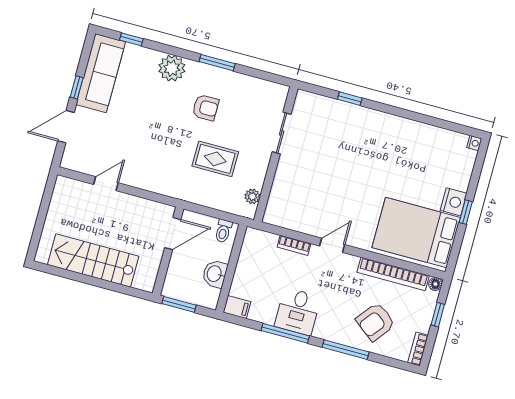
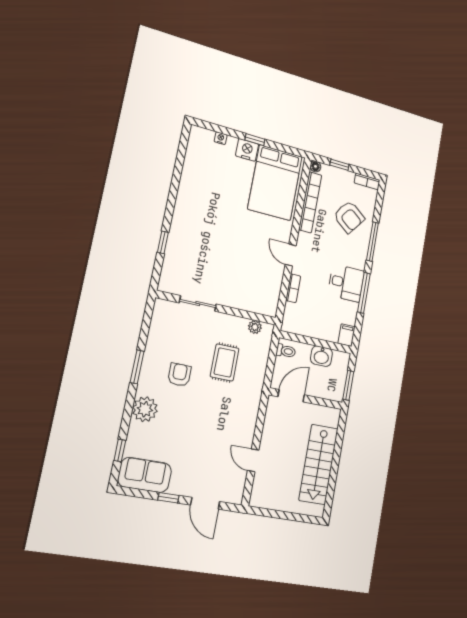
sofa: (101, 73) -> (145, 475), width x0.73
nightstand: (474, 143) -> (221, 138), moved
door: (173, 234) -> (291, 396), hinge flipped

